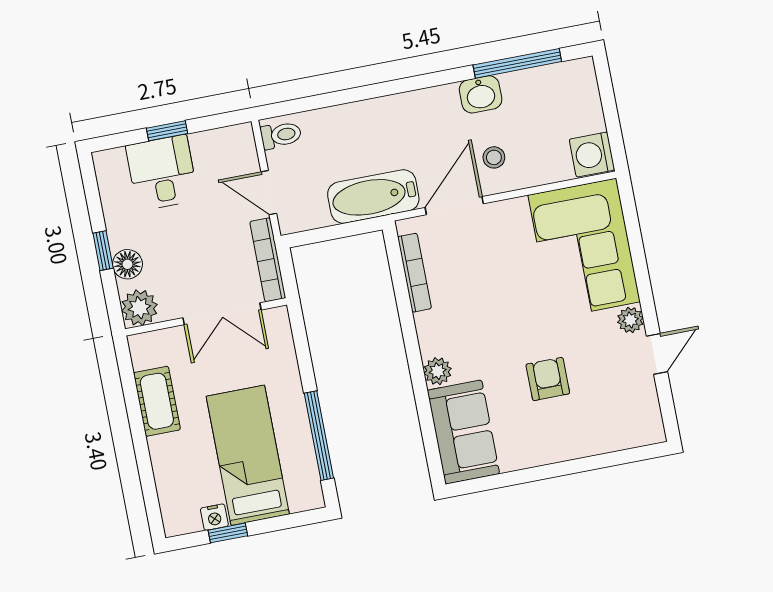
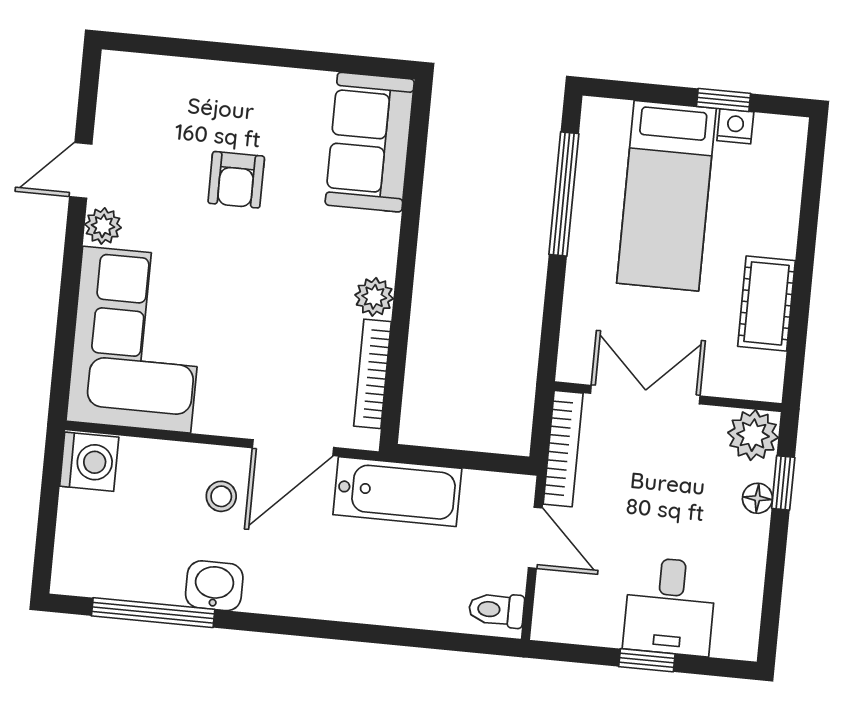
window: (103, 251) -> (783, 483), moved
floor lamp: (127, 264) -> (757, 498), width x0.73, depth x0.73
plant: (438, 371) -> (374, 297), moved

